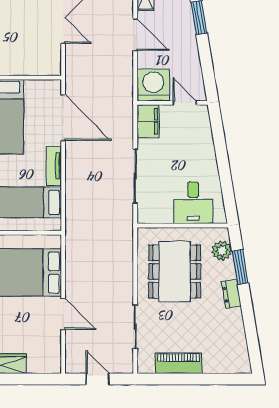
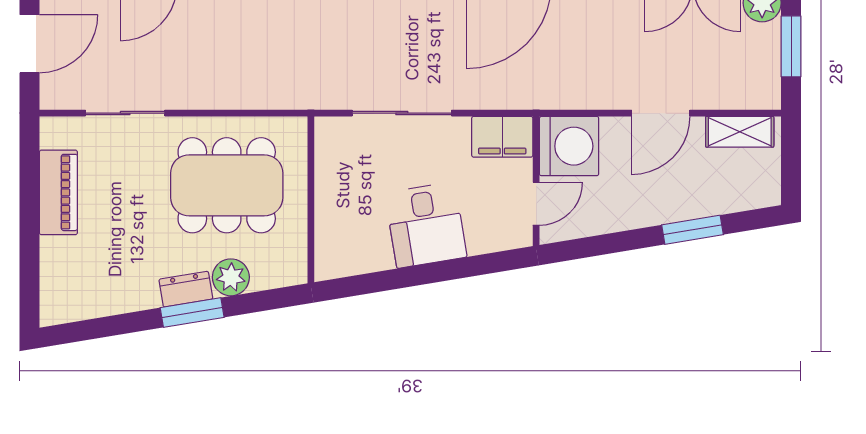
desk: (193, 203) -> (426, 225), moved, turned -99
plant: (222, 251) -> (231, 277), moved
window: (240, 267) -> (192, 313), moved
door: (97, 379) -> (30, 44), width x1.37

